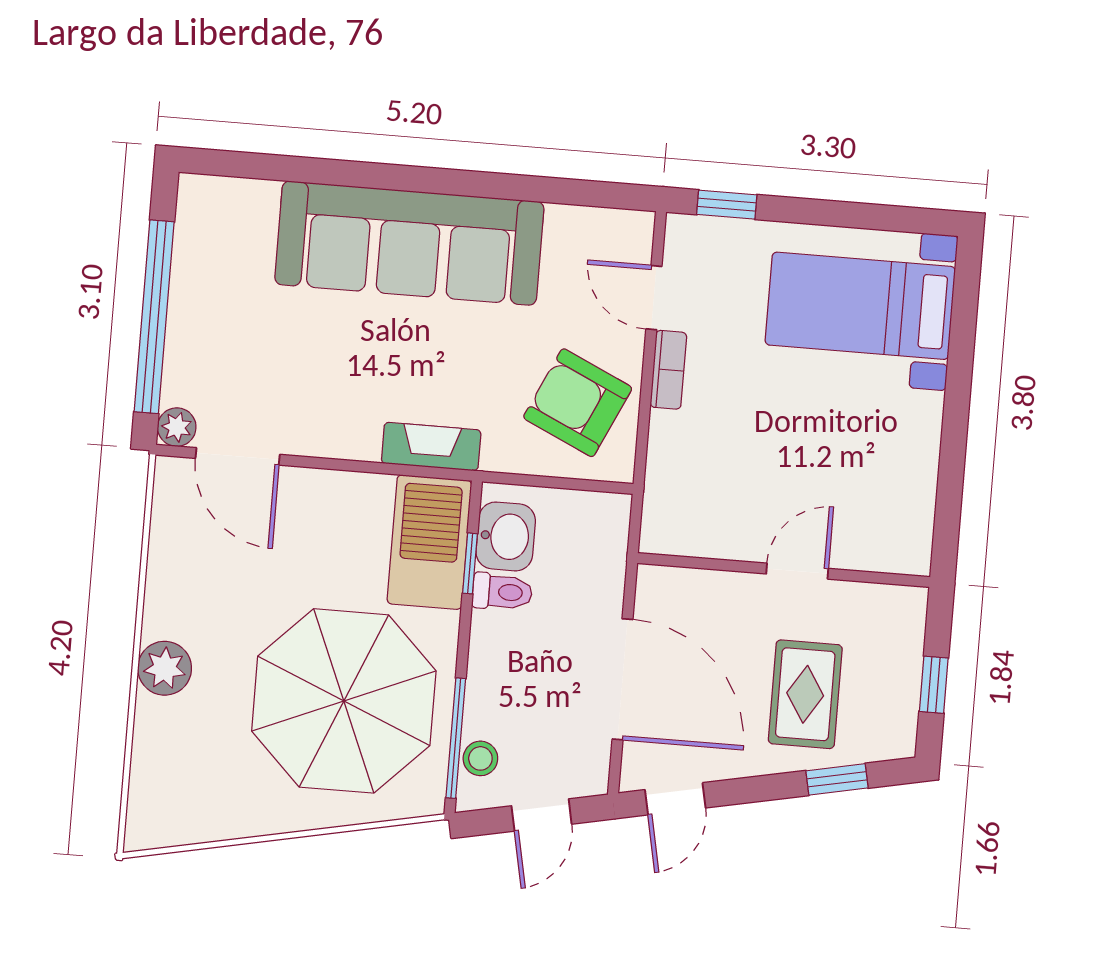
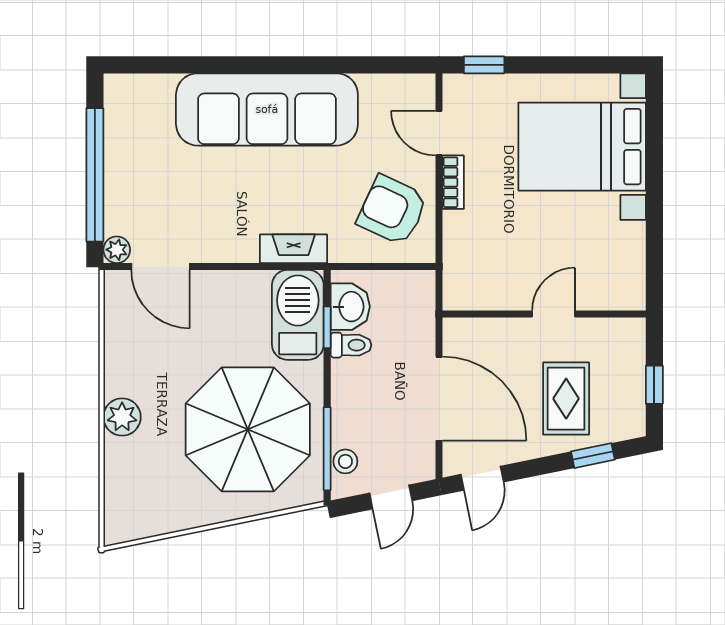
bed with nightstands: (860, 306) -> (582, 147), width x1.36

